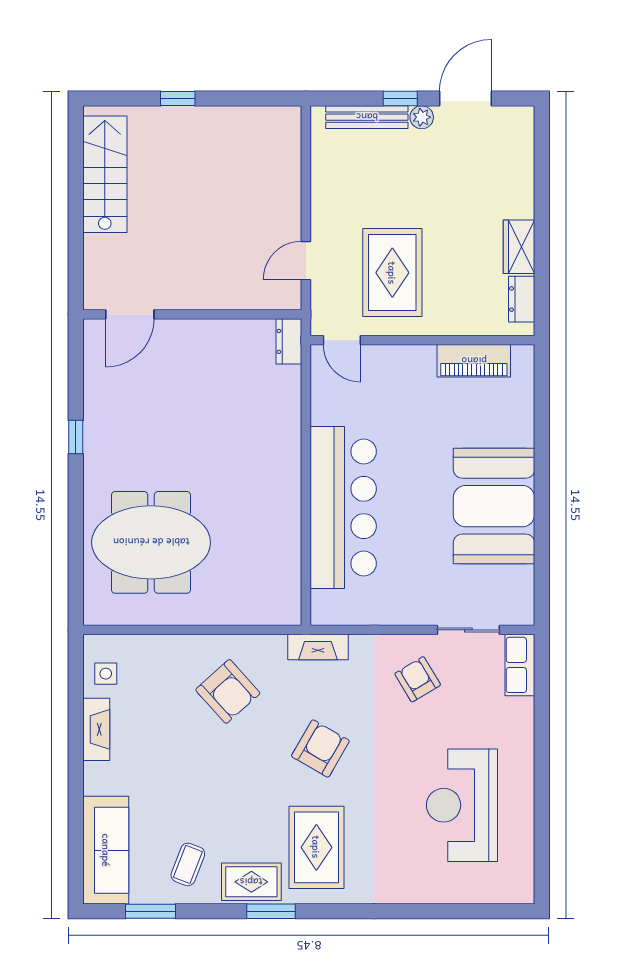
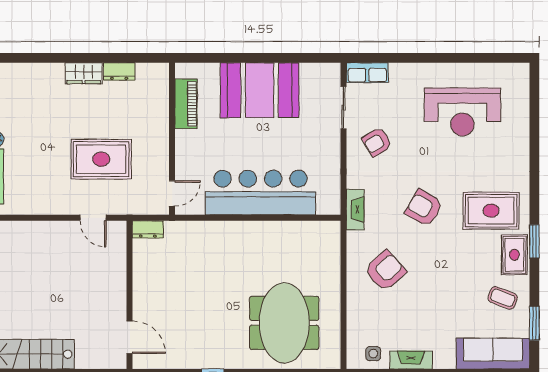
door: (342, 340) -> (172, 193), moved
wall: (422, 340) -> (172, 139), moved
piano: (474, 361) -> (186, 104), moved

